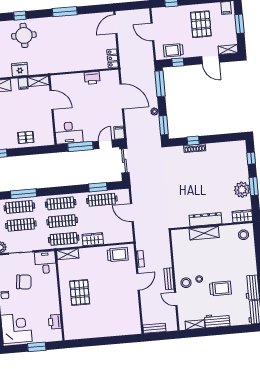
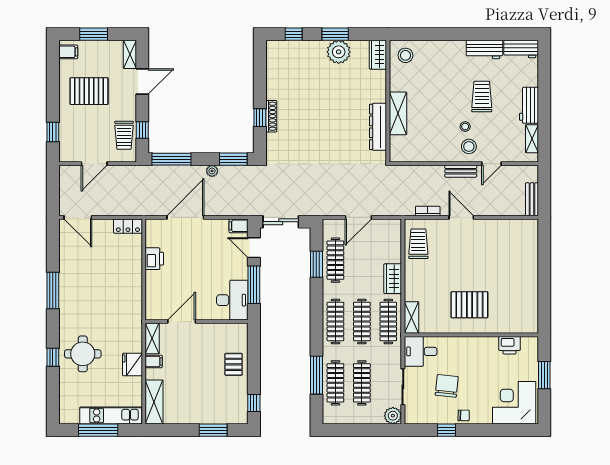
dresser: (205, 220) -> (378, 127), moved

